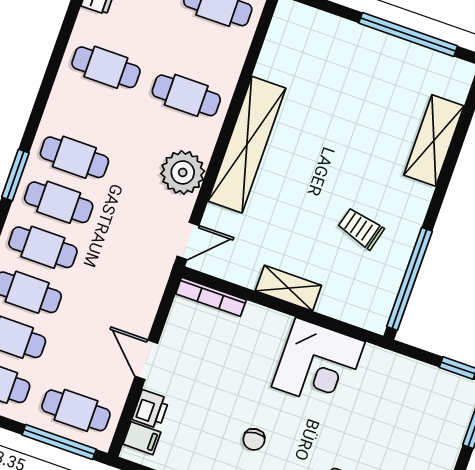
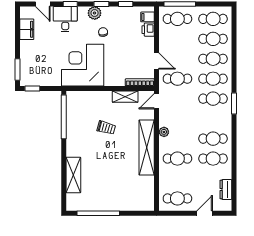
cafe table: (74, 157) -> (213, 139), moved
plant: (183, 172) -> (164, 132), width x0.53, depth x0.53
trolley: (361, 228) -> (106, 128), moved
cafe table: (123, 275) -> (177, 79), added
shelving: (288, 288) -> (125, 97), moved
door: (146, 360) -> (157, 61), moved
corner desk: (318, 364) -> (83, 65), width x1.36, depth x1.36

